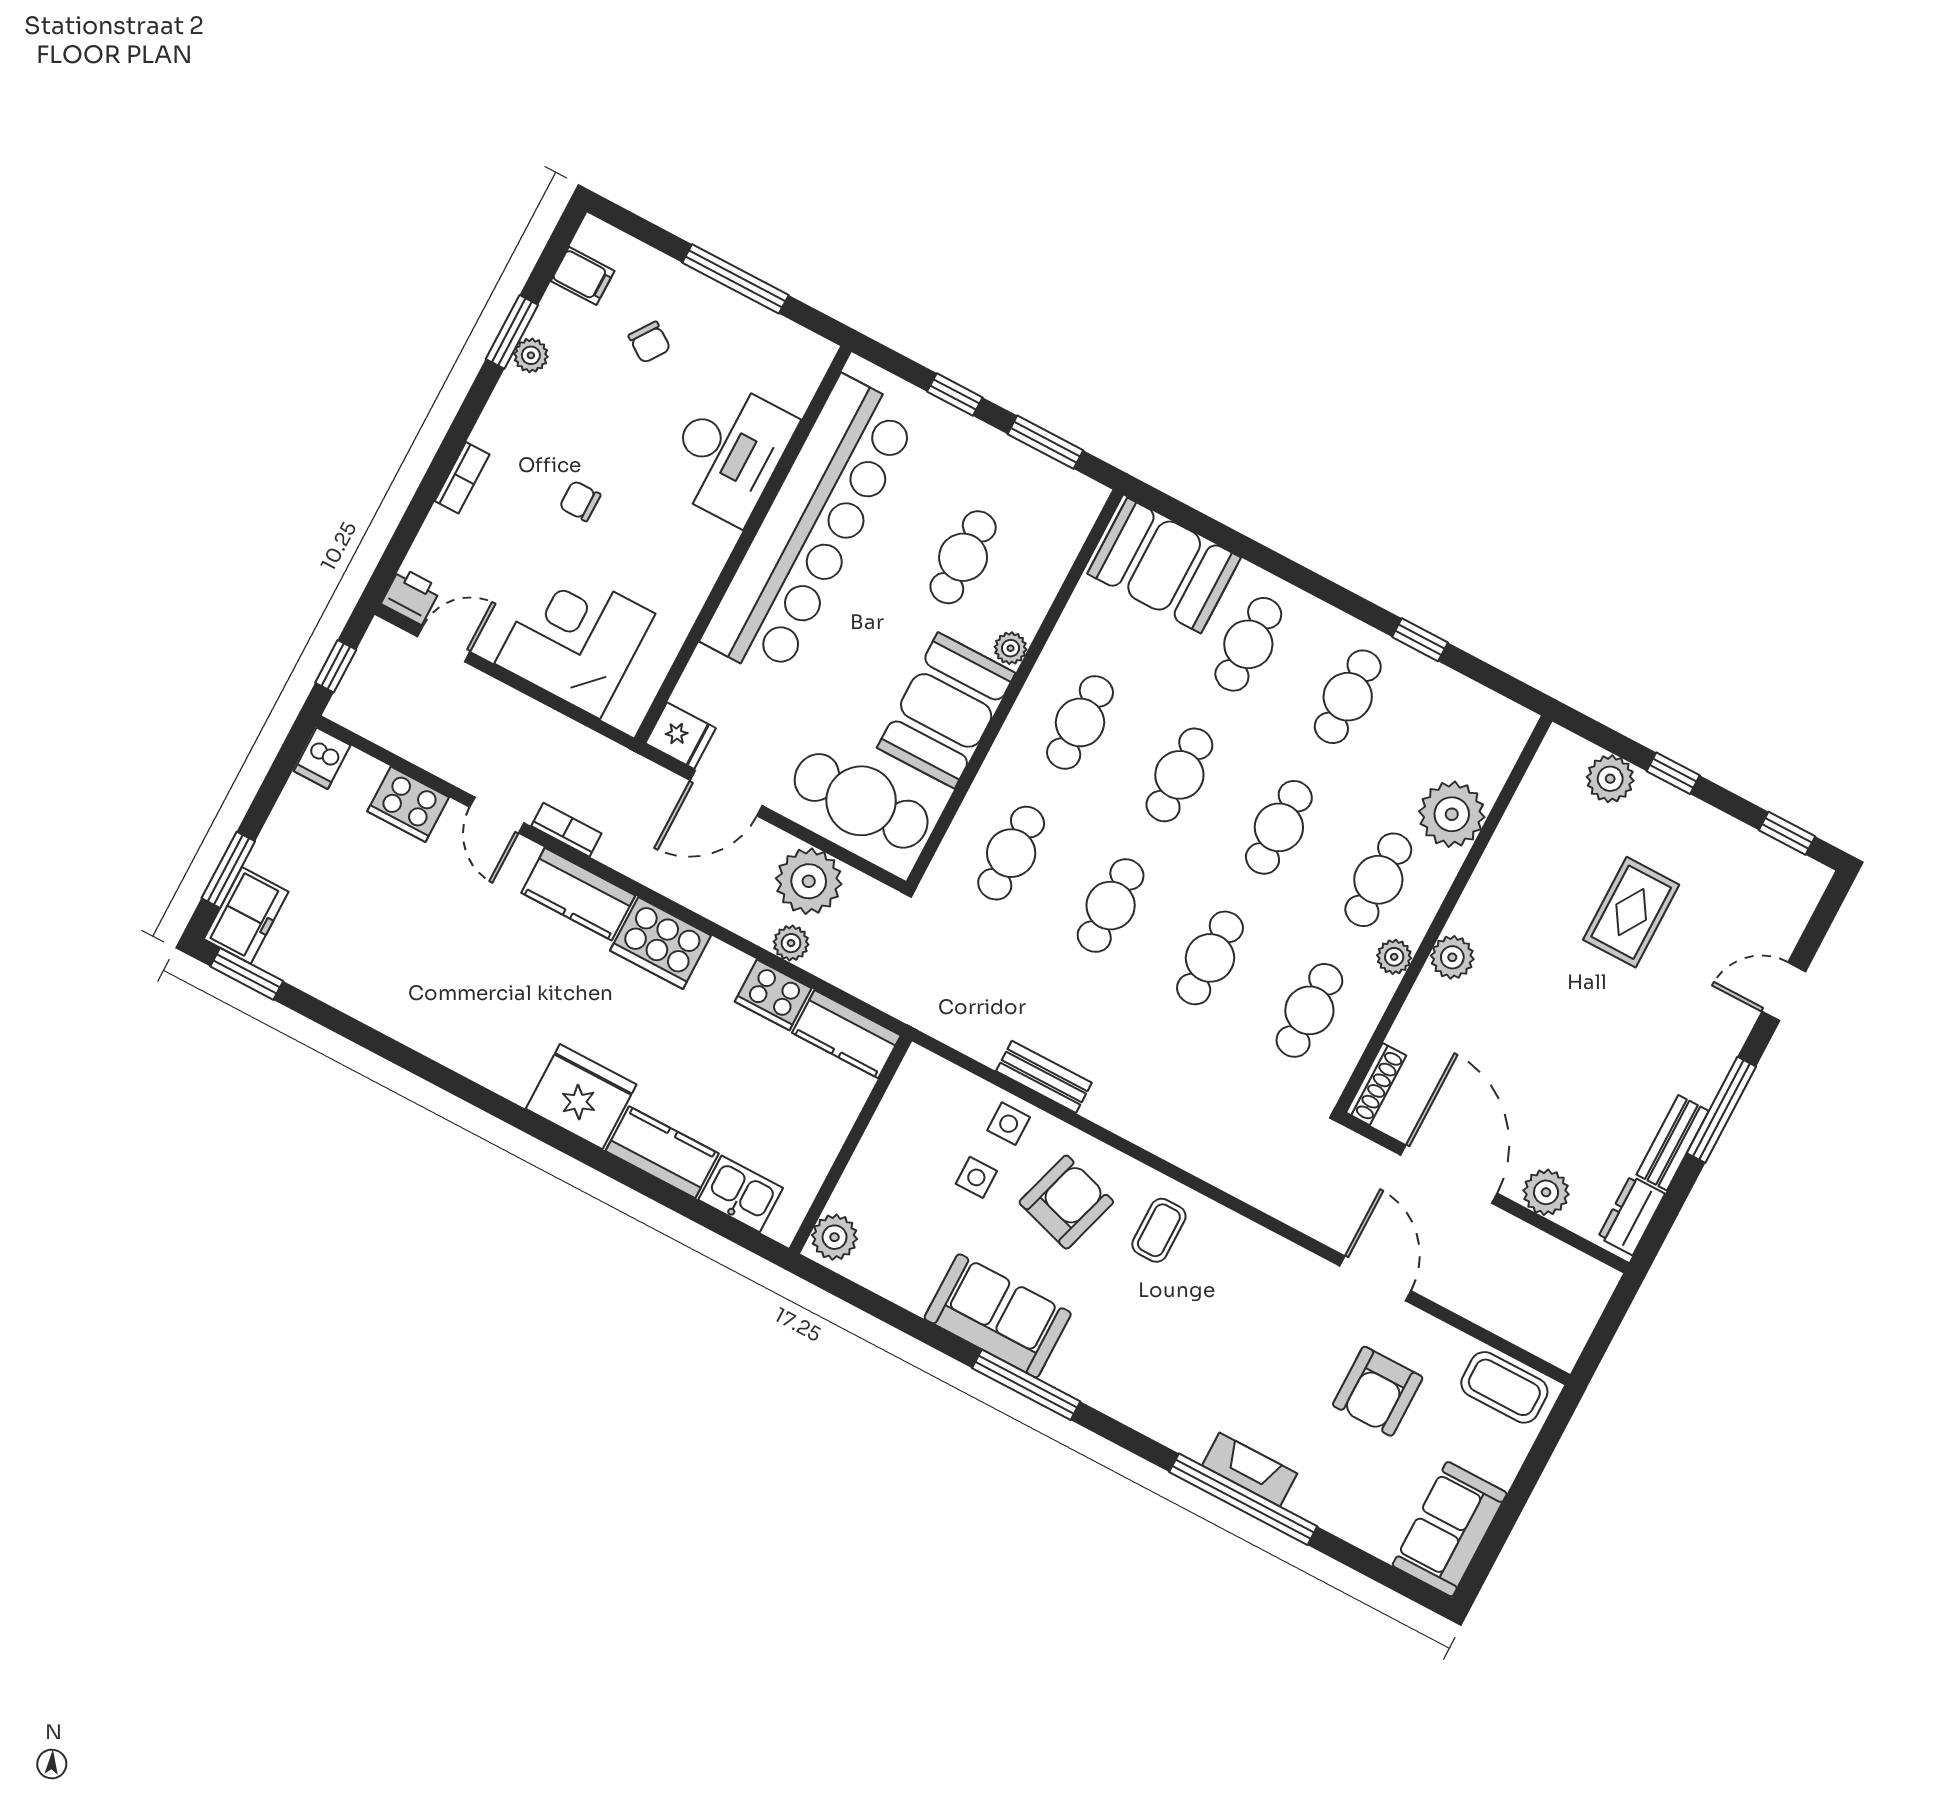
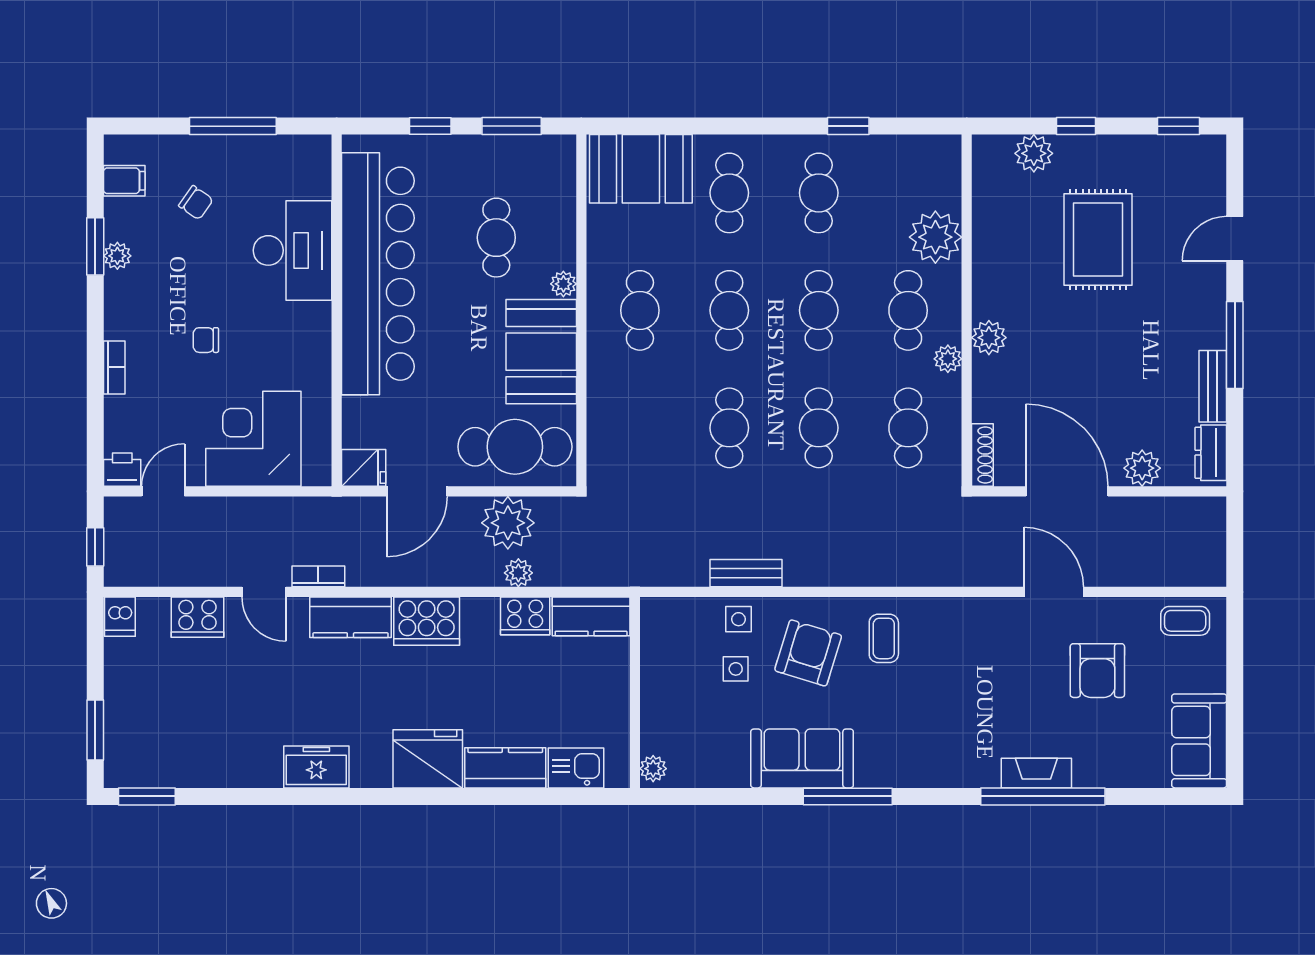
cafe table: (1011, 853) -> (640, 428), removed
rug: (1631, 912) -> (1098, 239), width x1.36, depth x1.43
freezer: (246, 915) -> (316, 767), moved, turned -90
plant: (835, 1237) -> (653, 769), width x0.73, depth x0.73
coffee table: (1504, 1387) -> (1185, 621), width x0.73, depth x0.77

